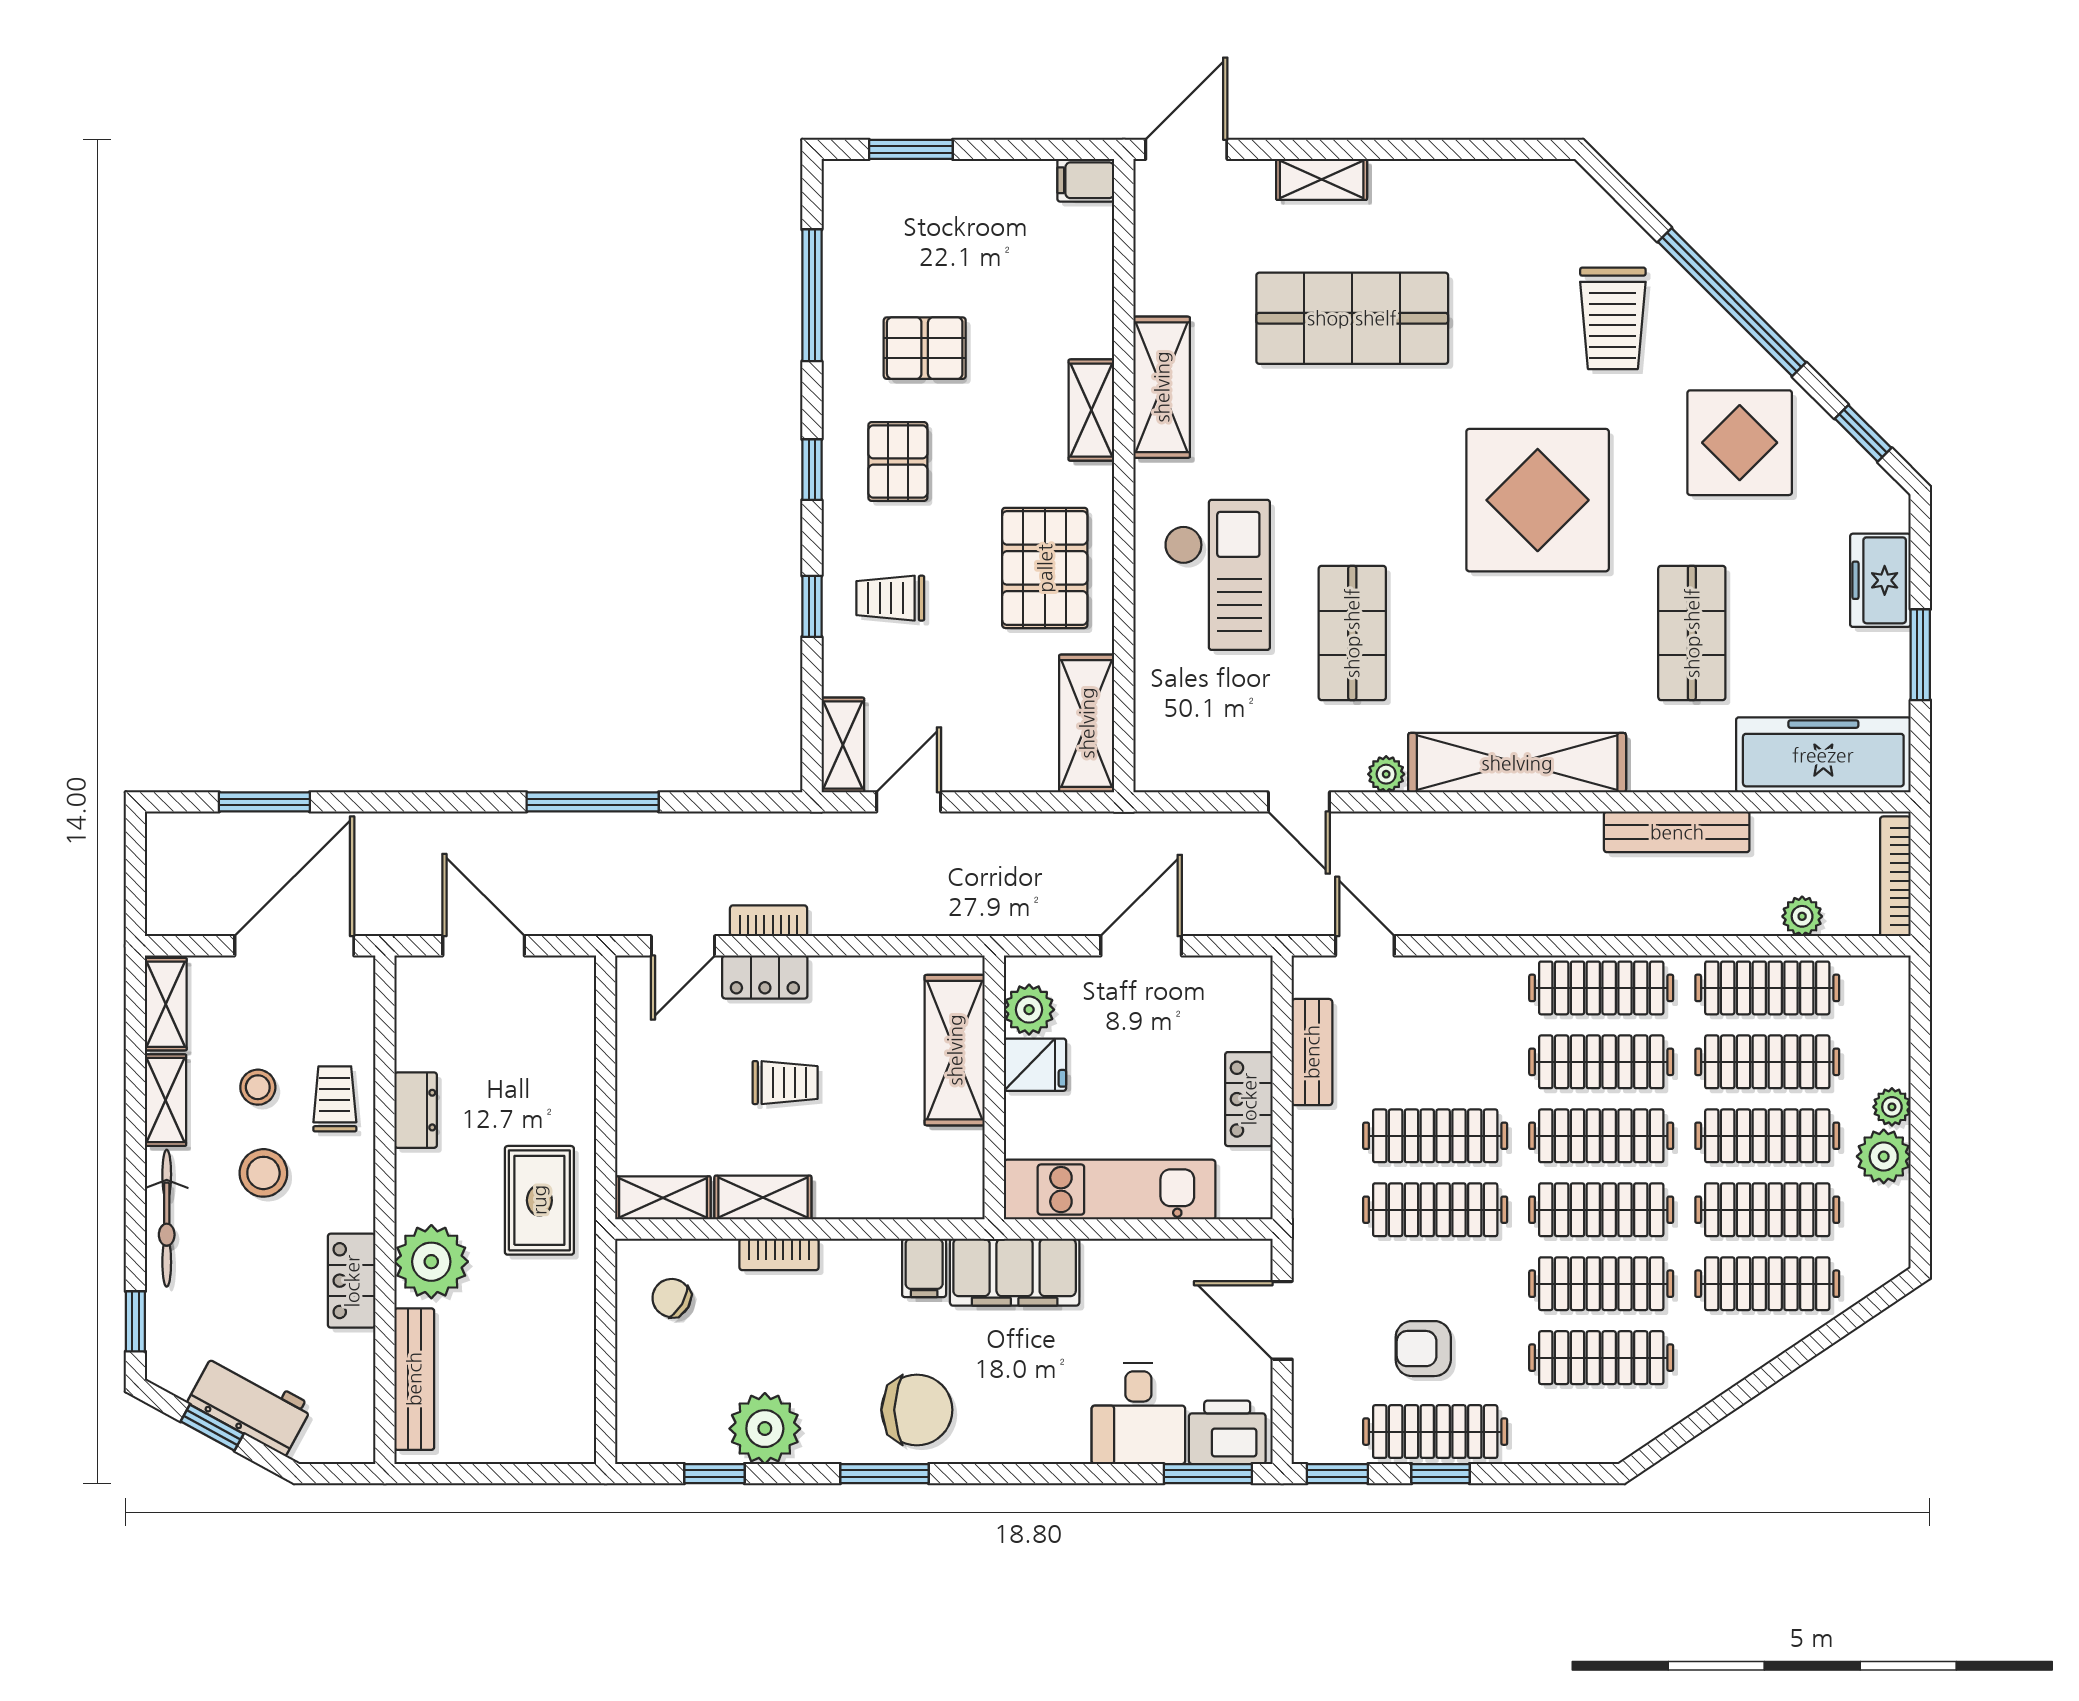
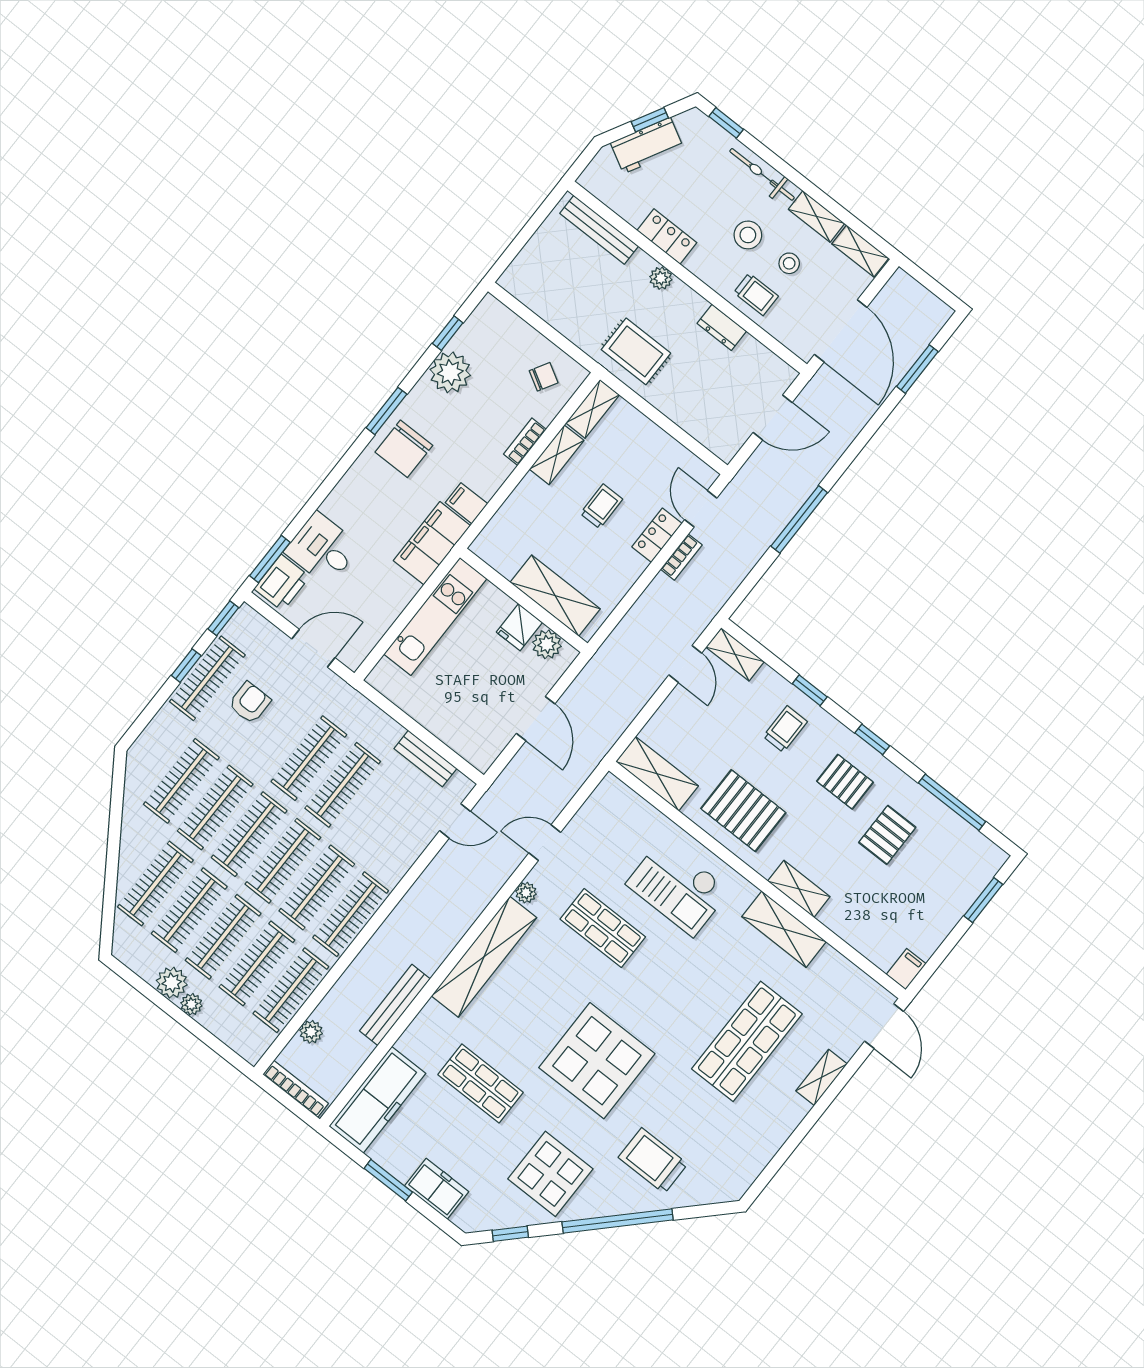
trolley: (785, 1083) -> (601, 506), turned 180
locker: (1249, 1099) -> (427, 713), removed
plant: (431, 1262) -> (661, 278), width x0.53, depth x0.53

